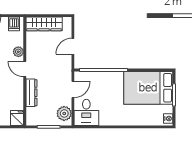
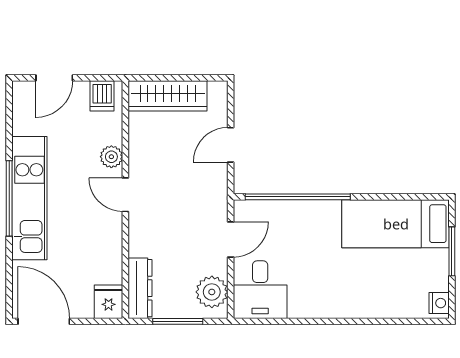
bed: (148, 88) -> (396, 224), width x0.67
dresser: (31, 93) -> (140, 288), moved

